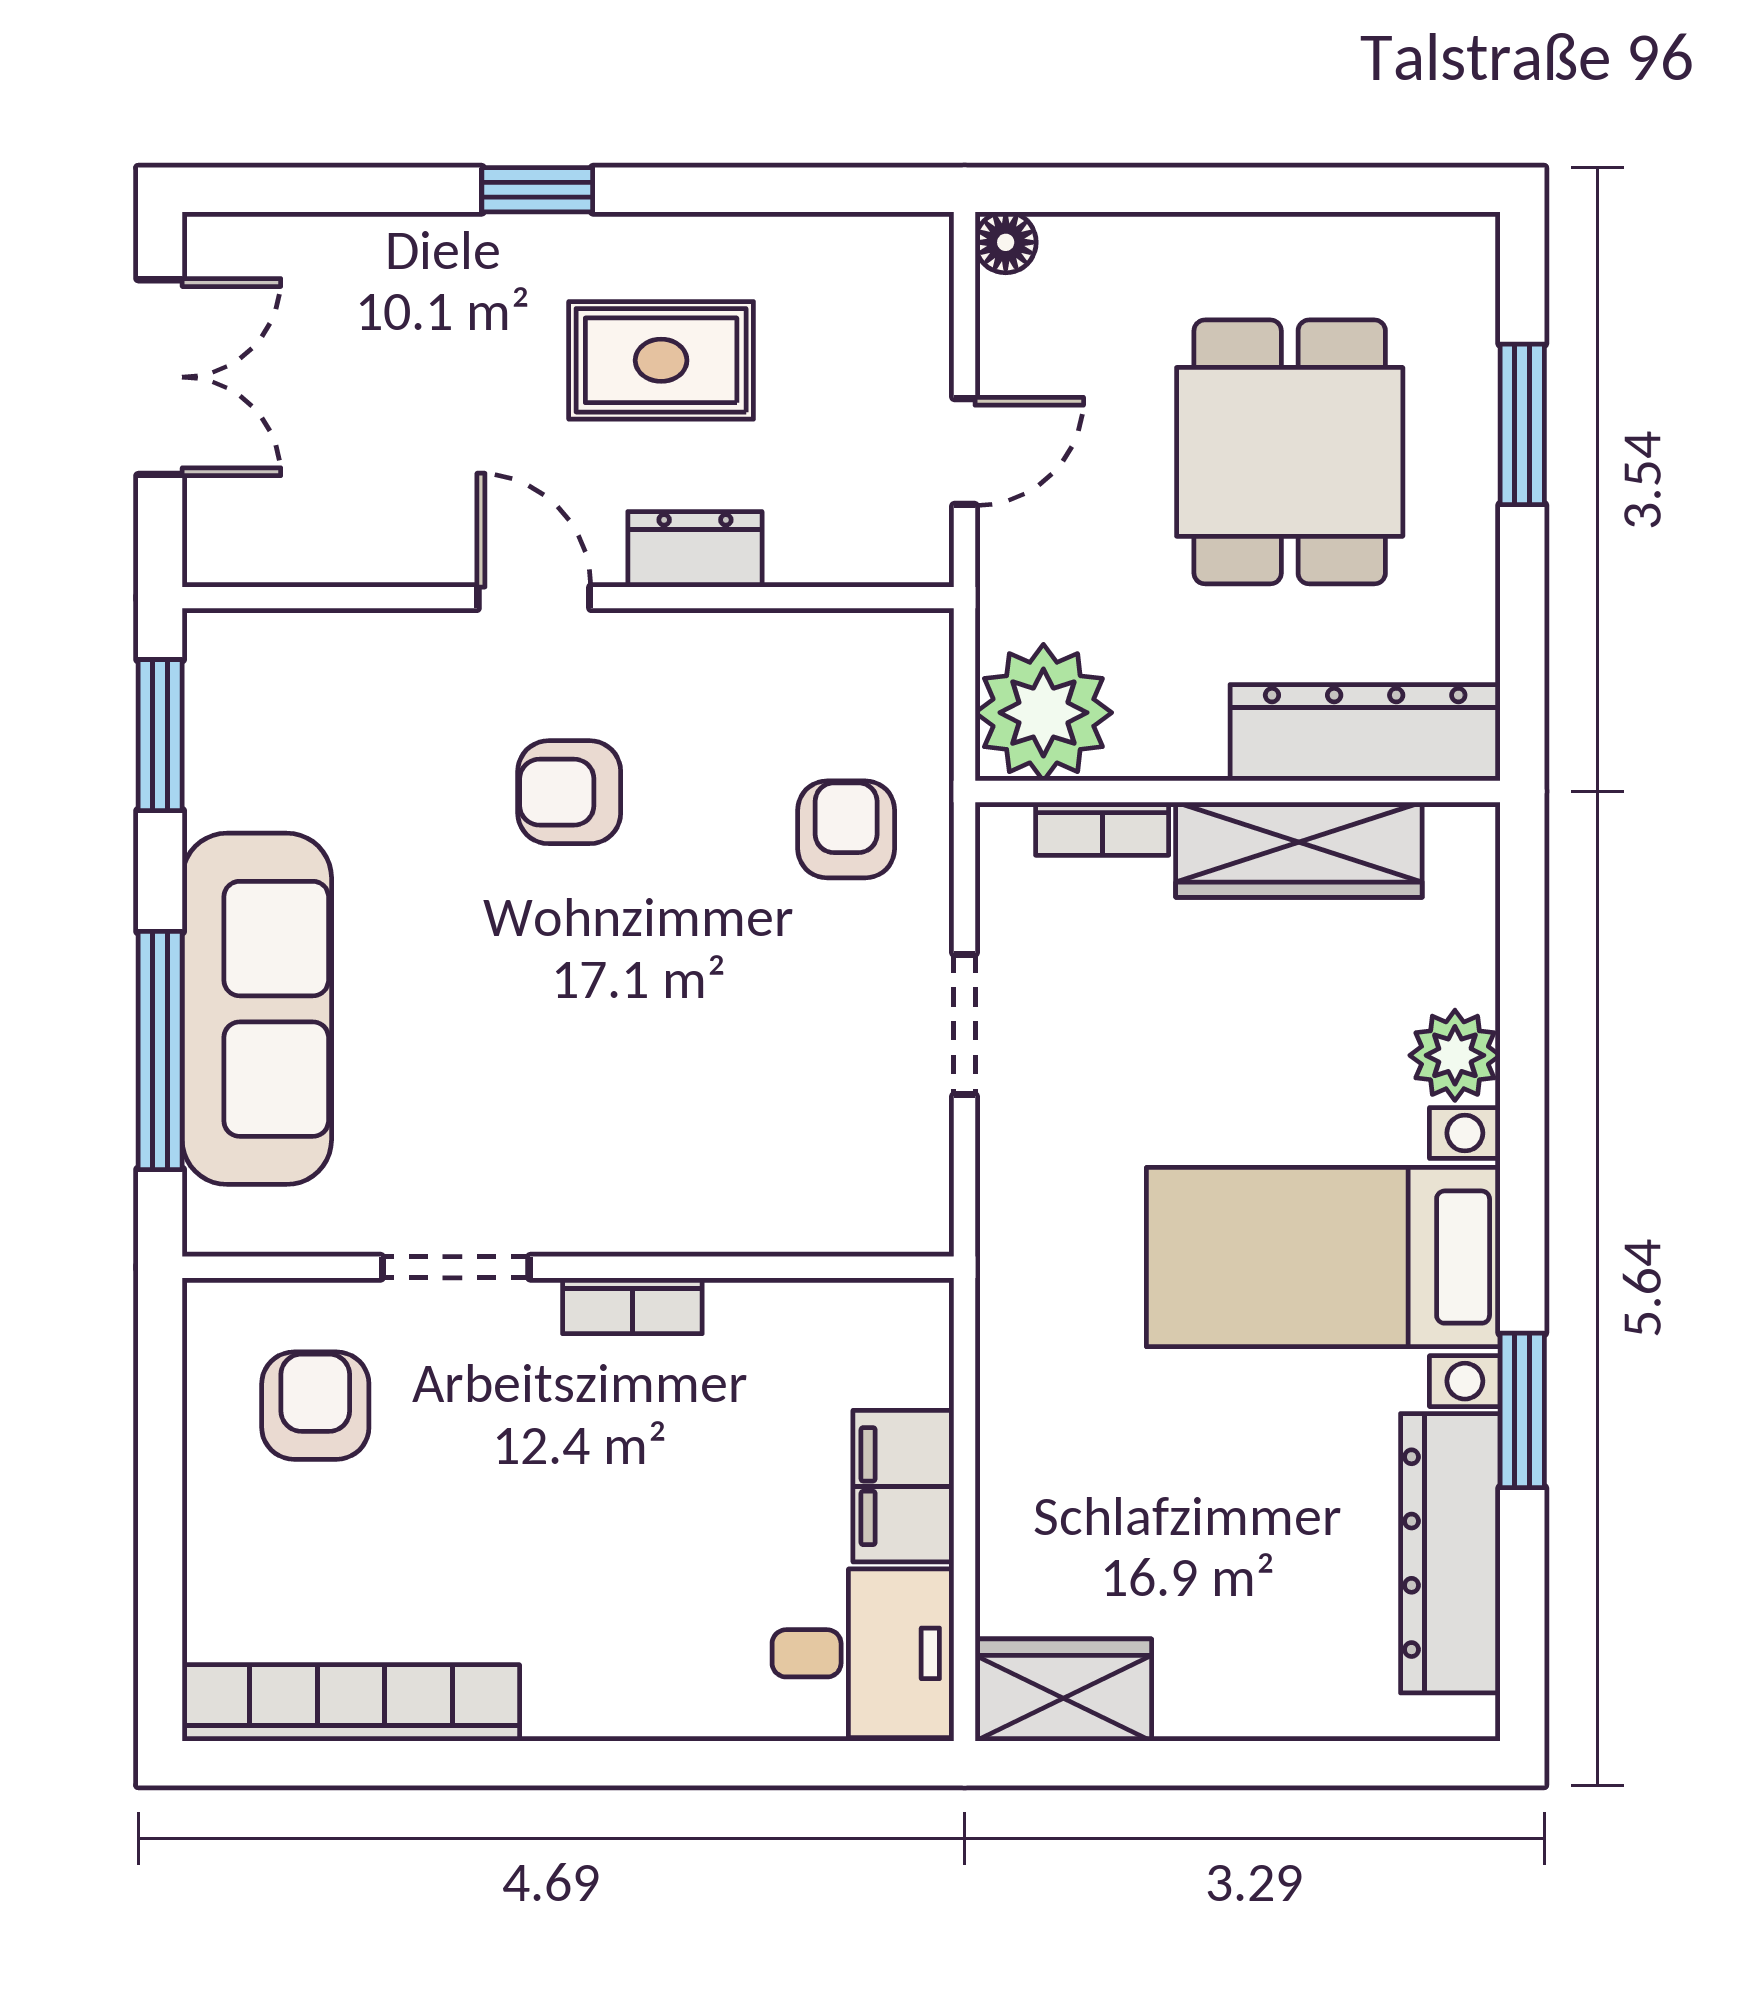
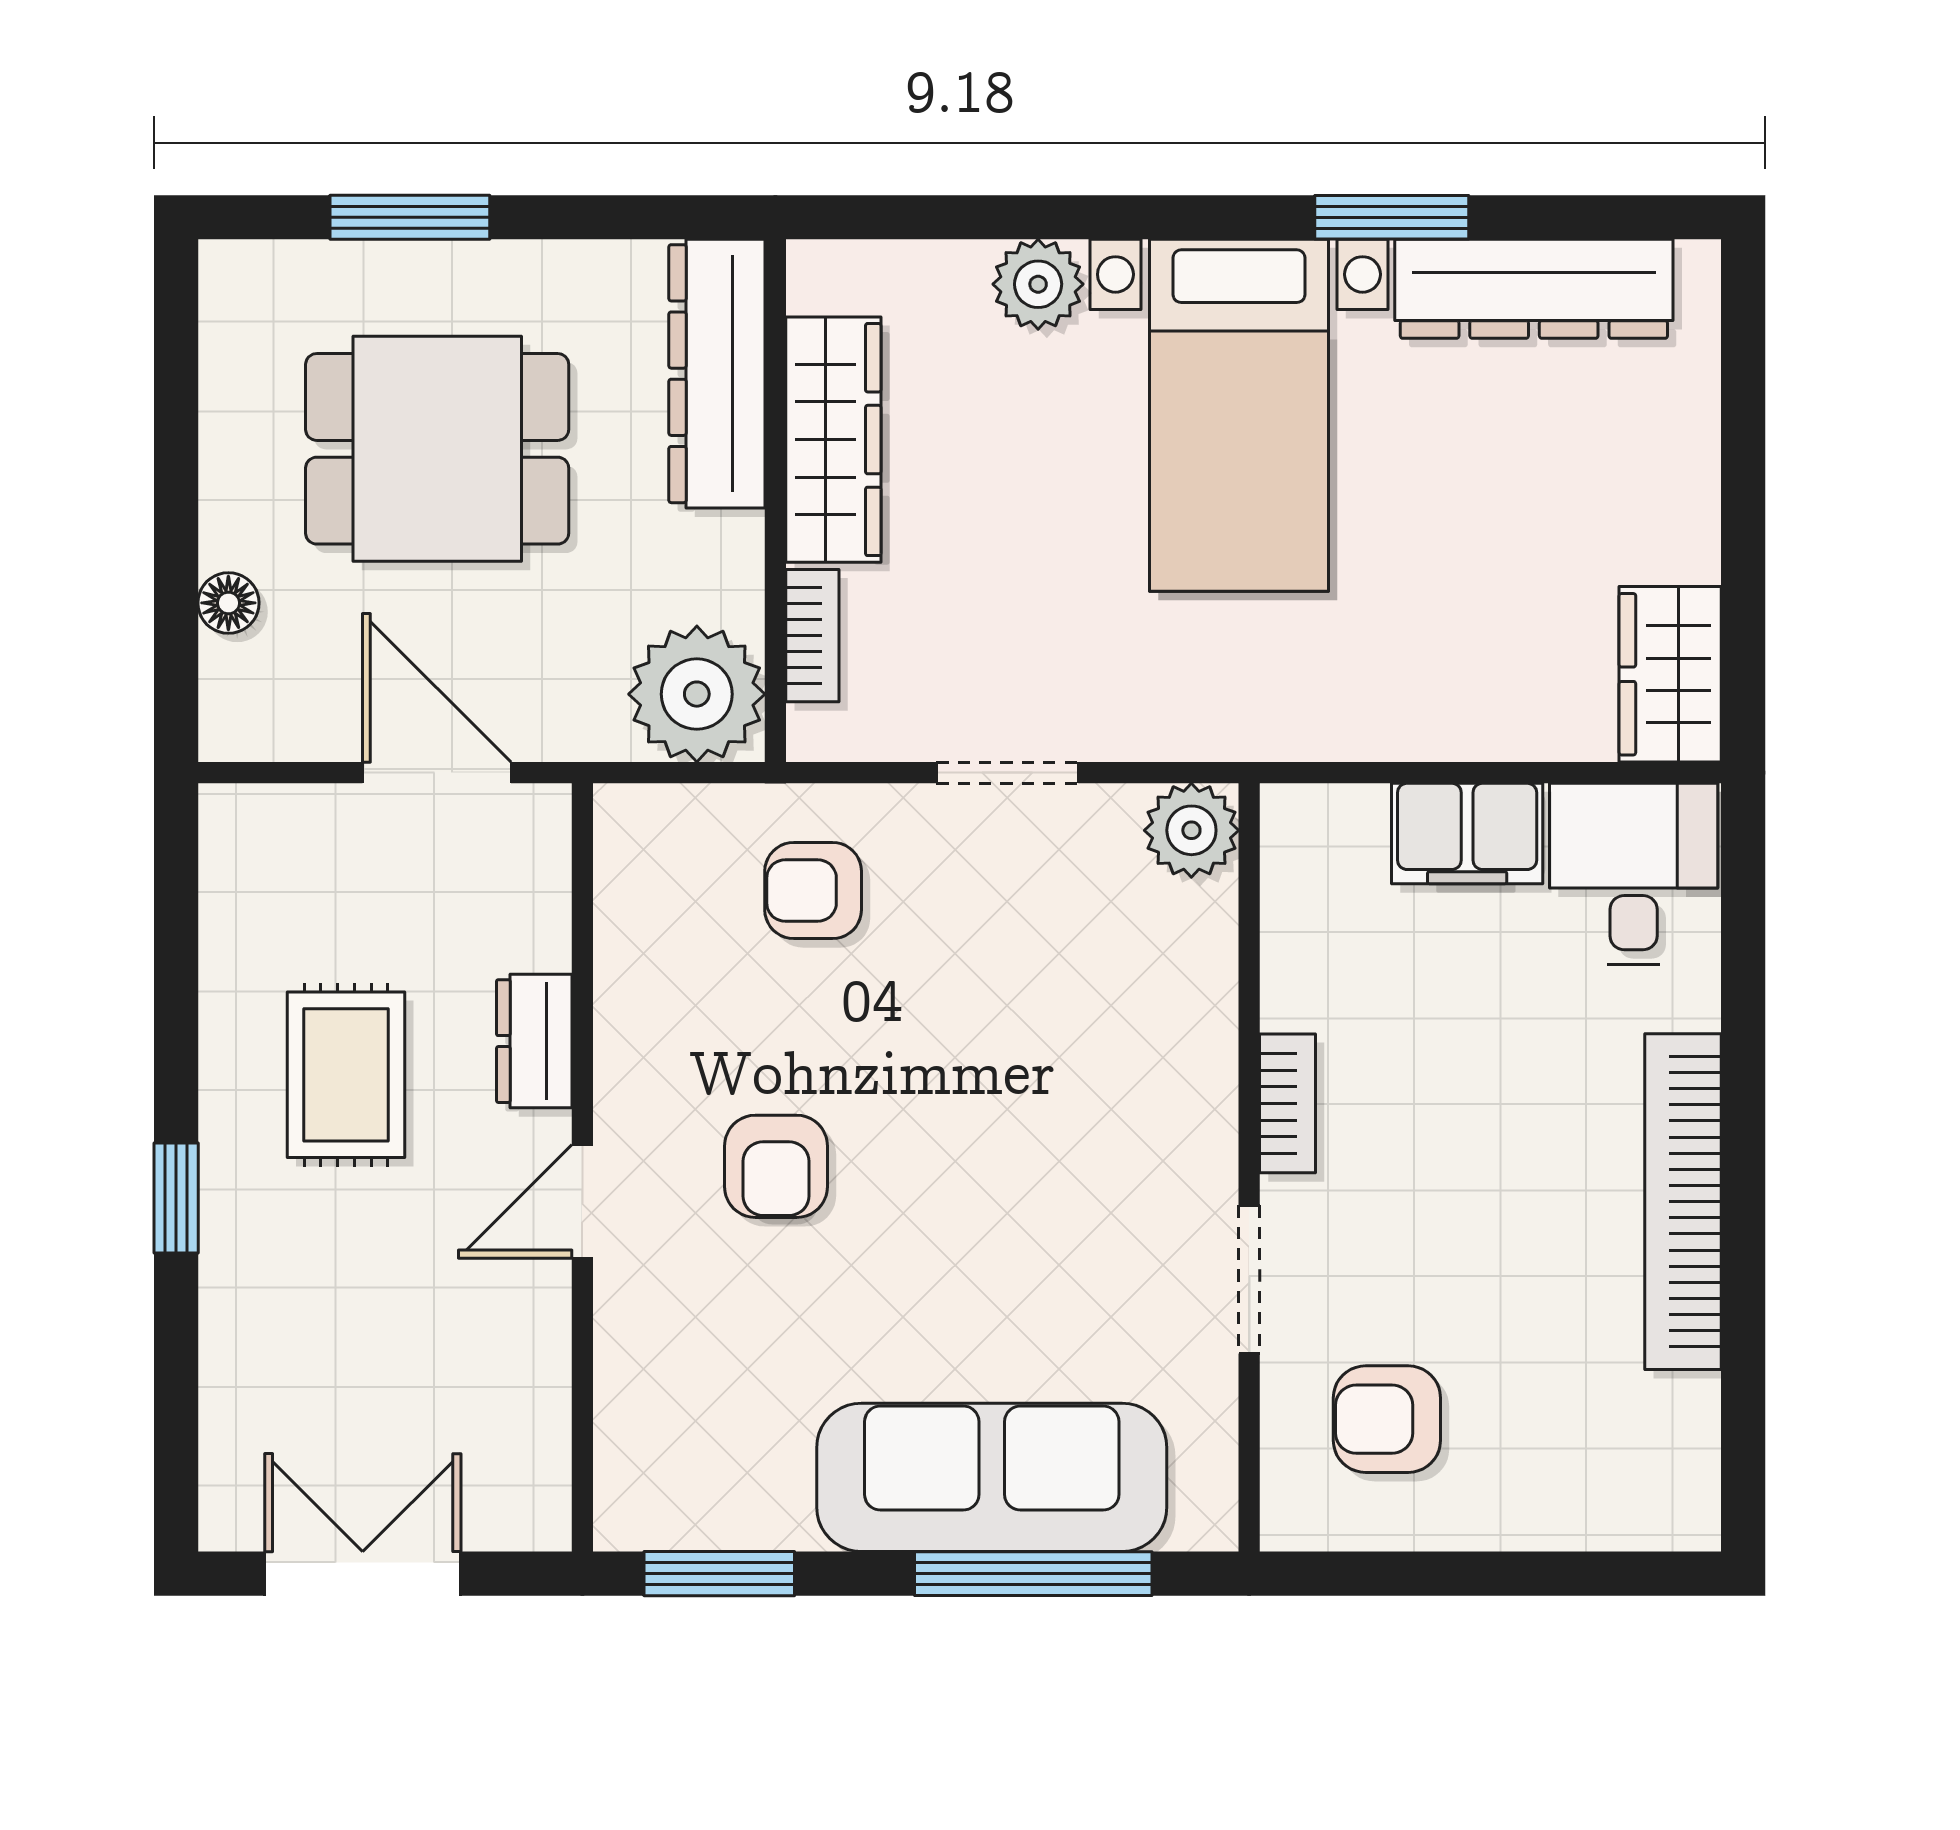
floor lamp: (1006, 242) -> (228, 603), moved
door: (965, 451) -> (437, 773), width x1.37
plant: (907, 1209) -> (1191, 830), added
bookcase: (351, 1703) -> (1683, 1202), moved

